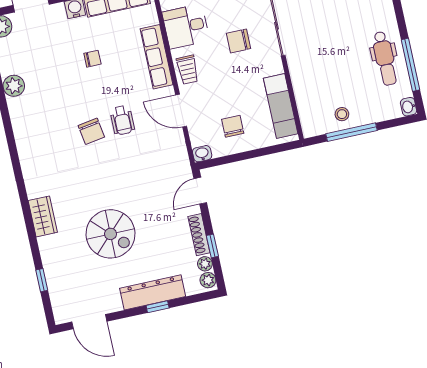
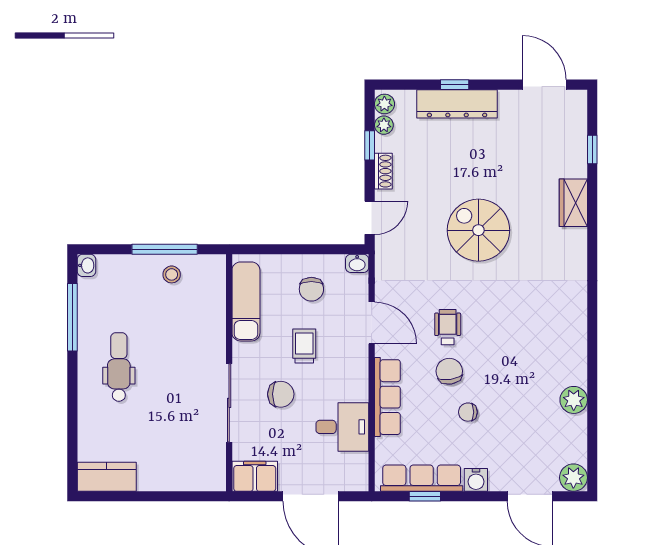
dental chair: (385, 58) -> (119, 367), moved
trolley: (188, 70) -> (304, 346), moved
chair: (91, 131) -> (449, 371), moved
wardrobe: (43, 216) -> (573, 203), moved
spiral stairs: (110, 234) -> (478, 230), moved
shoe rack: (199, 235) -> (383, 171), width x0.70

